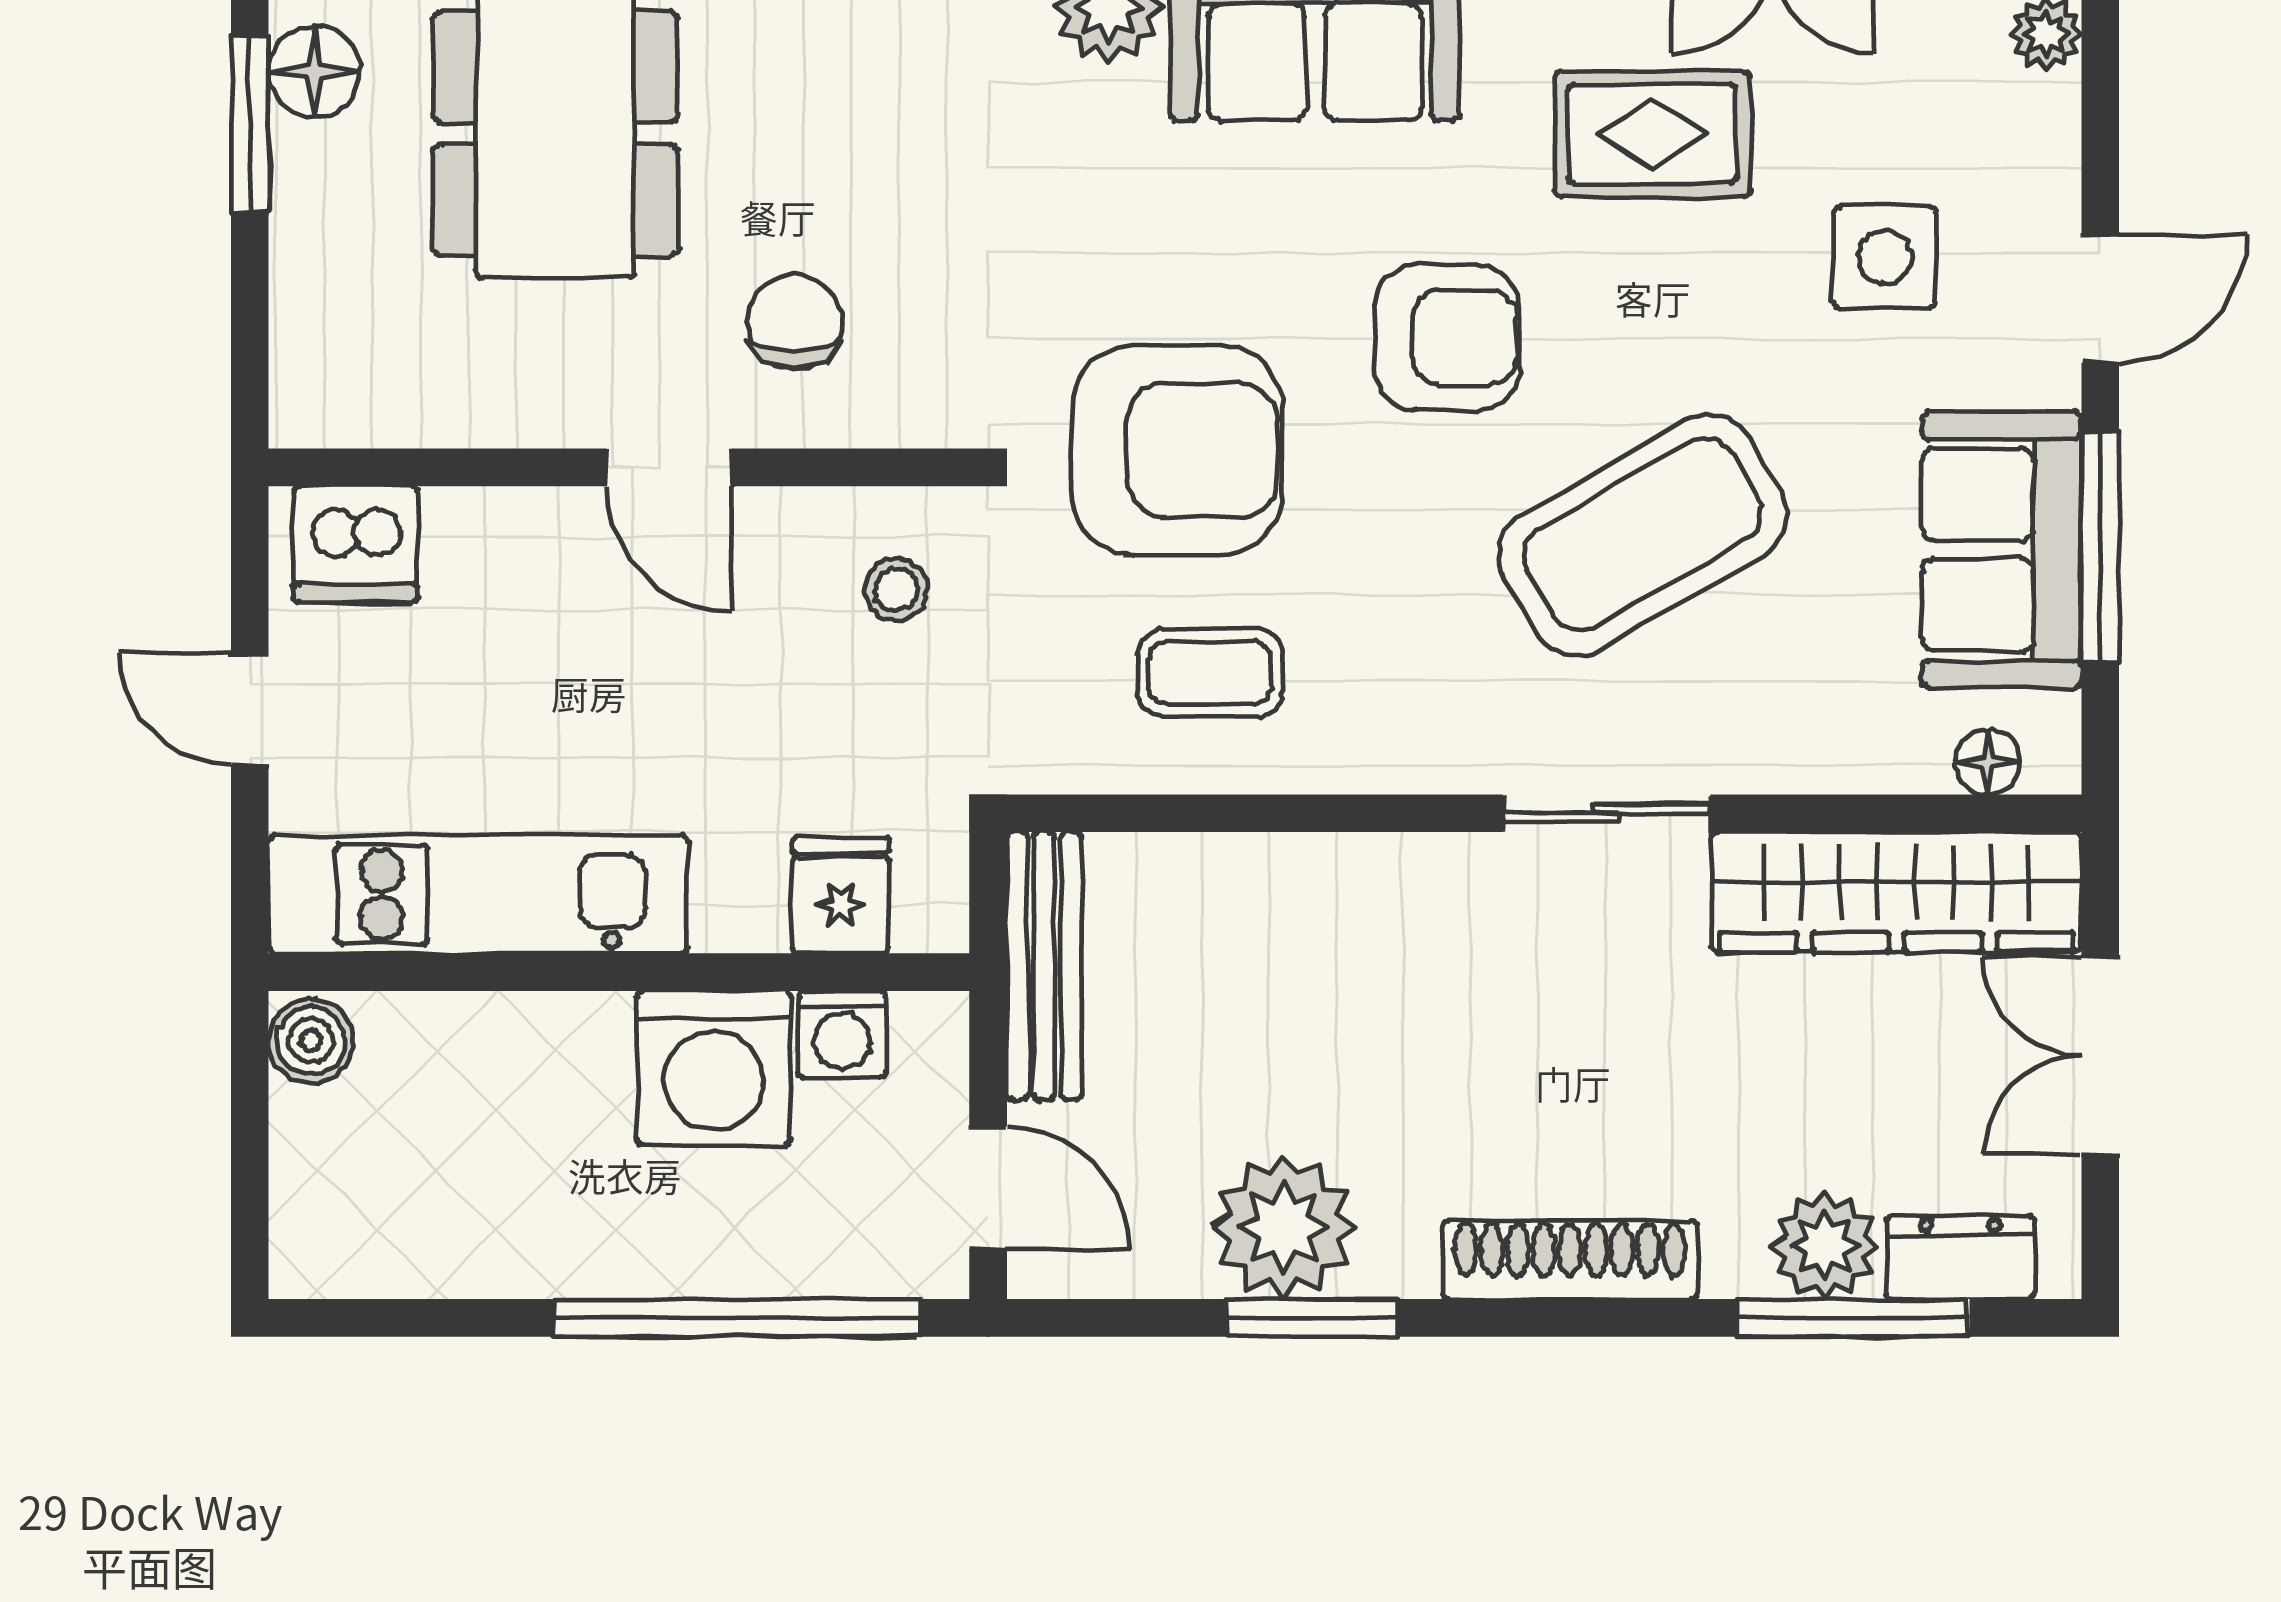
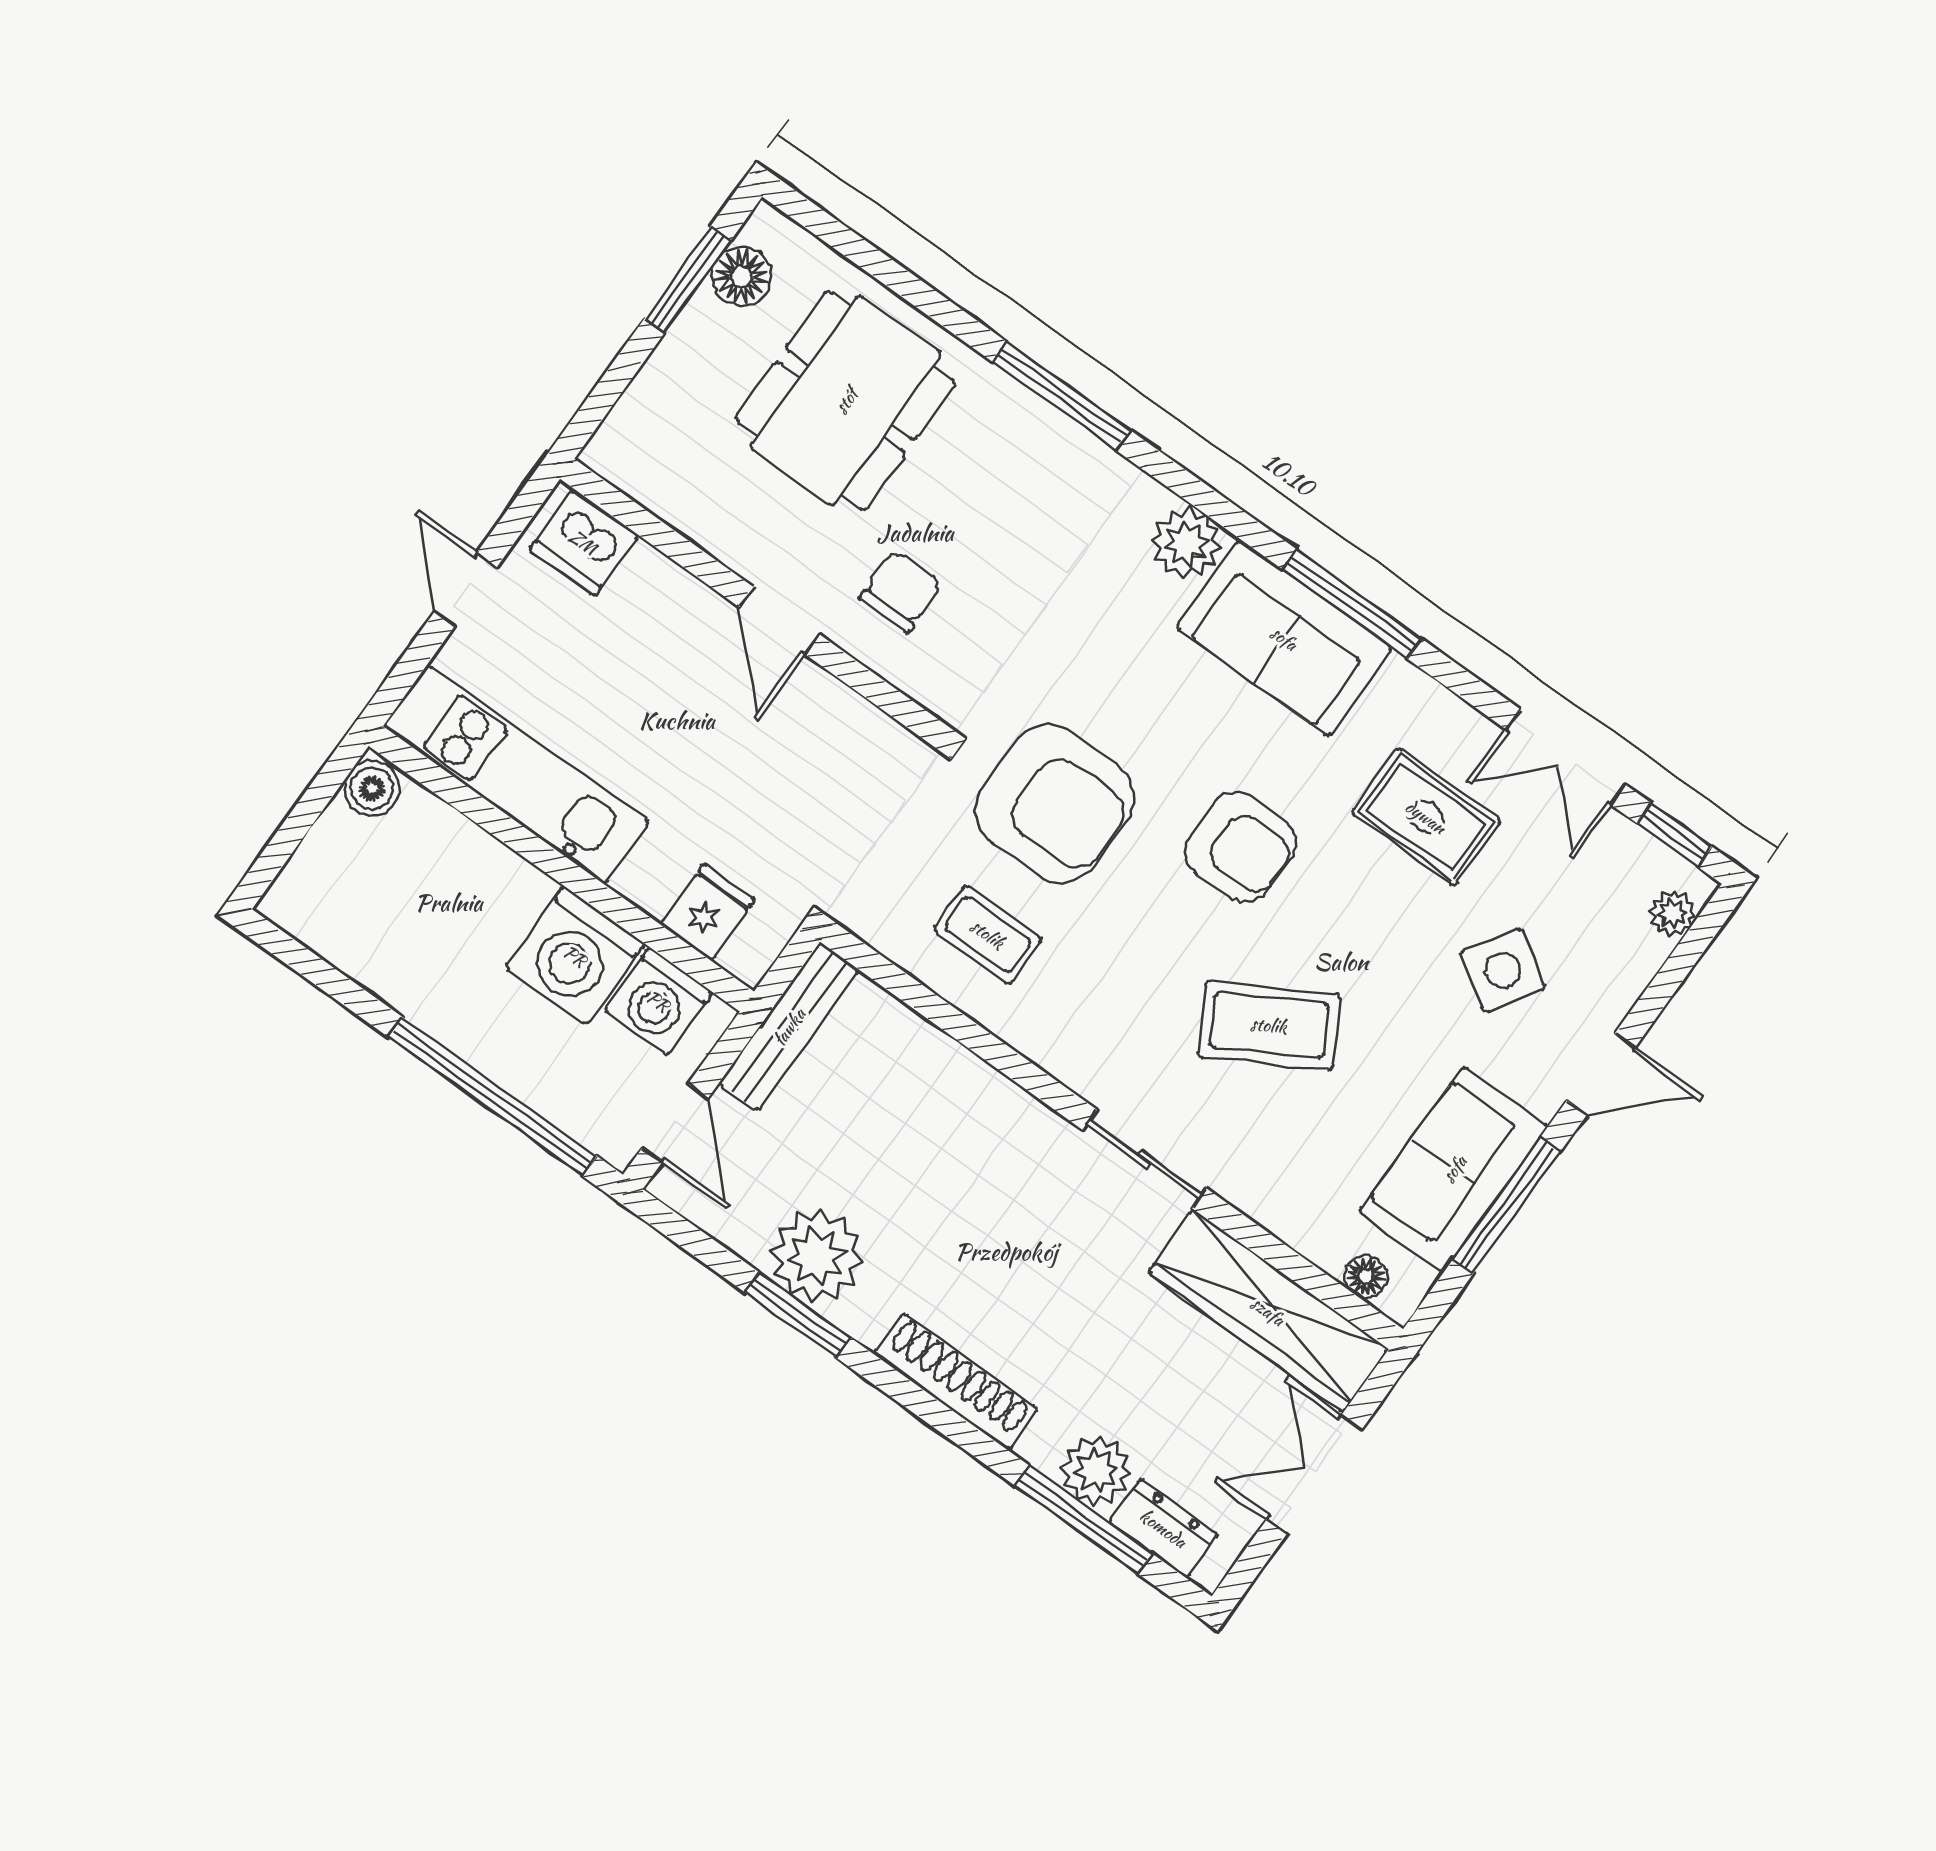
side table: (1885, 257) -> (1503, 970), turned 33
coffee table: (1643, 535) -> (1269, 1025), width x0.73, depth x0.76
stool: (896, 590) -> (853, 771), removed
washing machine: (842, 1034) -> (658, 1001), width x1.38, depth x1.38

